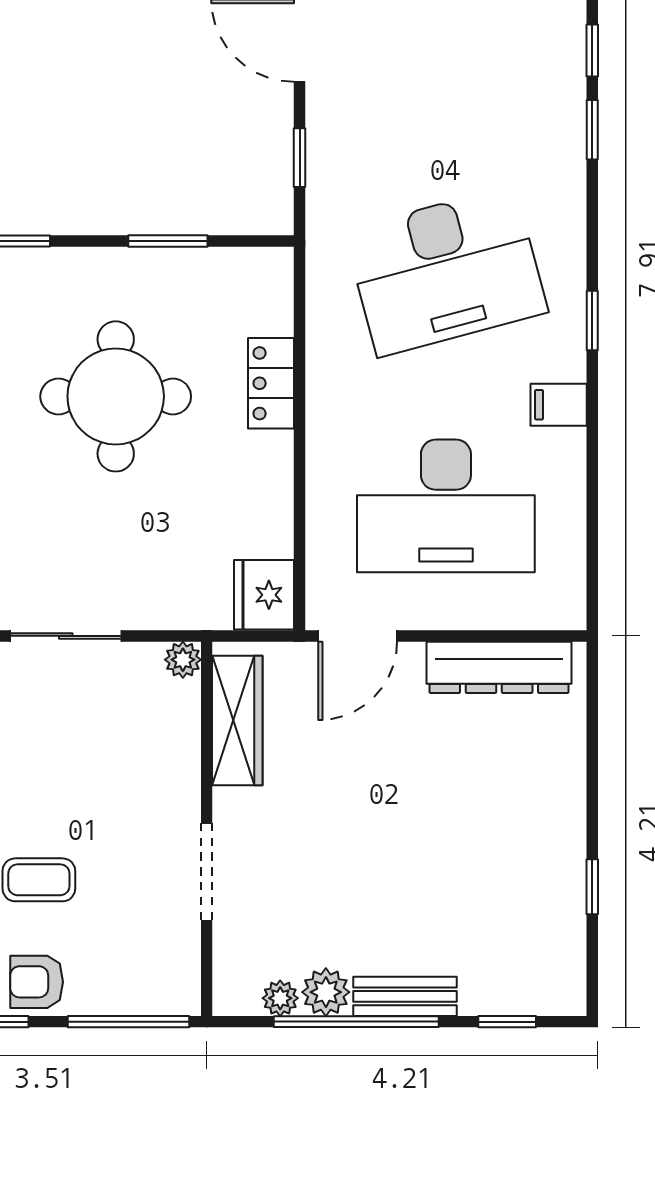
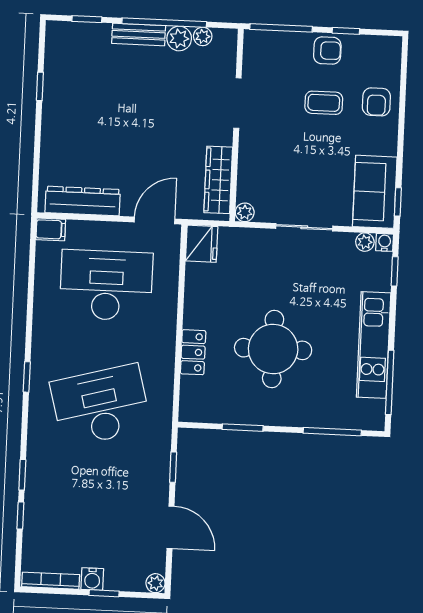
filing cabinet: (559, 405) -> (51, 229), moved

